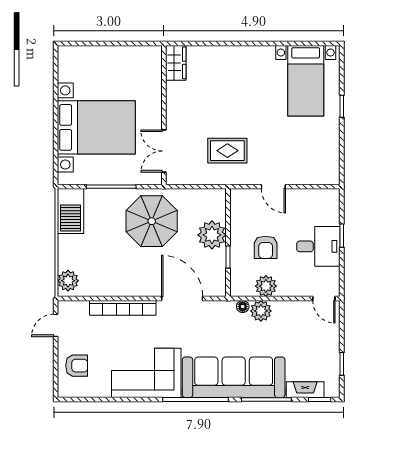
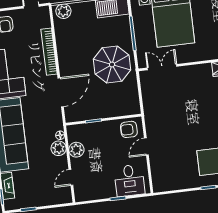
rug: (227, 151) -> (168, 111), removed
plant: (212, 235) -> (107, 108), removed
desk: (318, 246) -> (129, 180), moved
armchair: (266, 247) -> (129, 129), moved
door: (324, 299) -> (71, 177), moved

